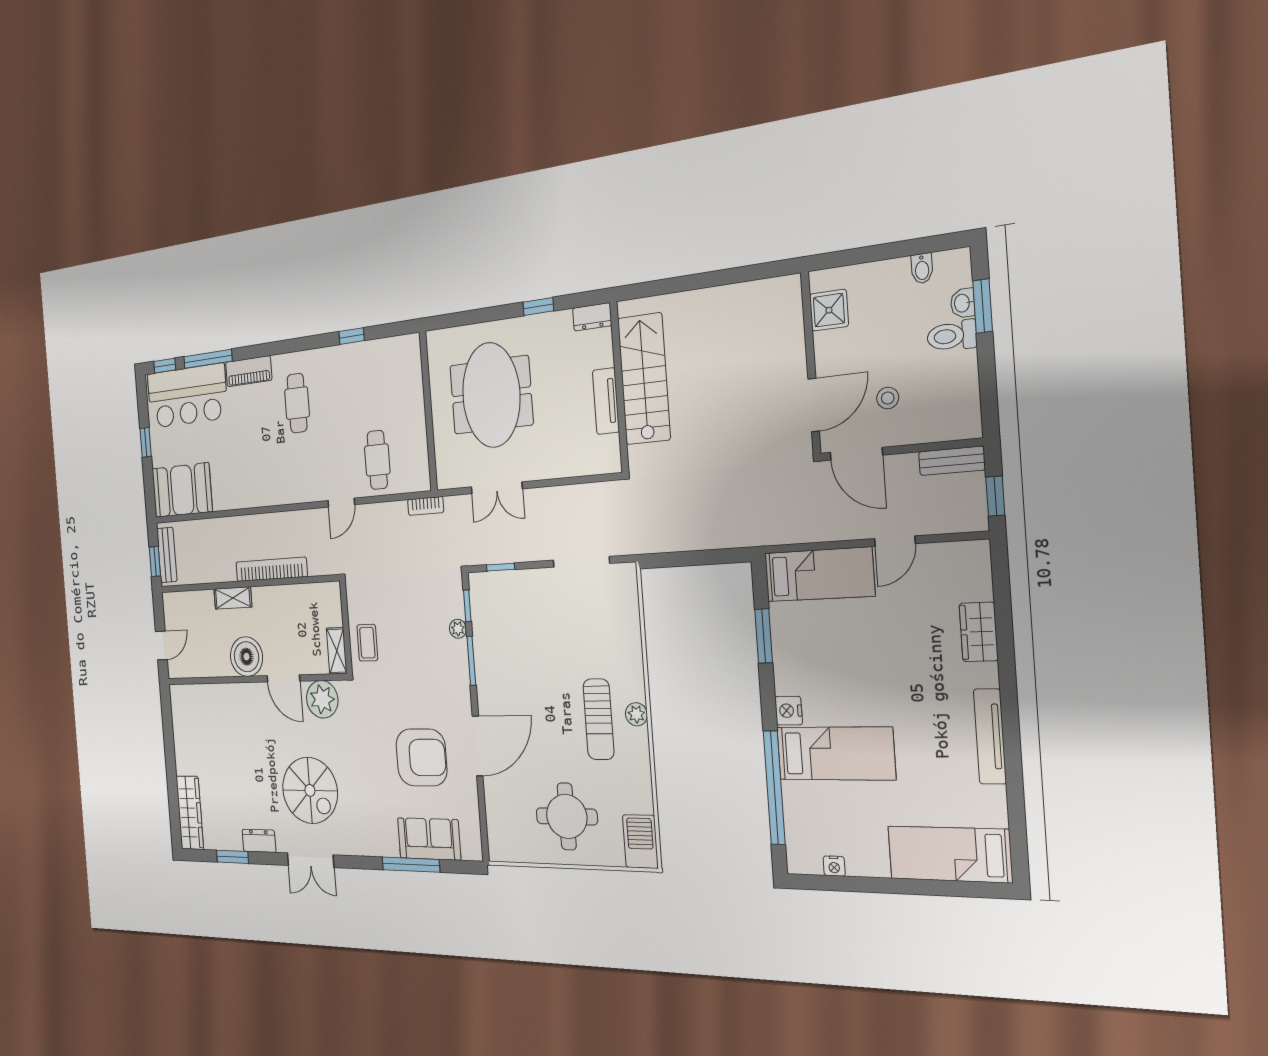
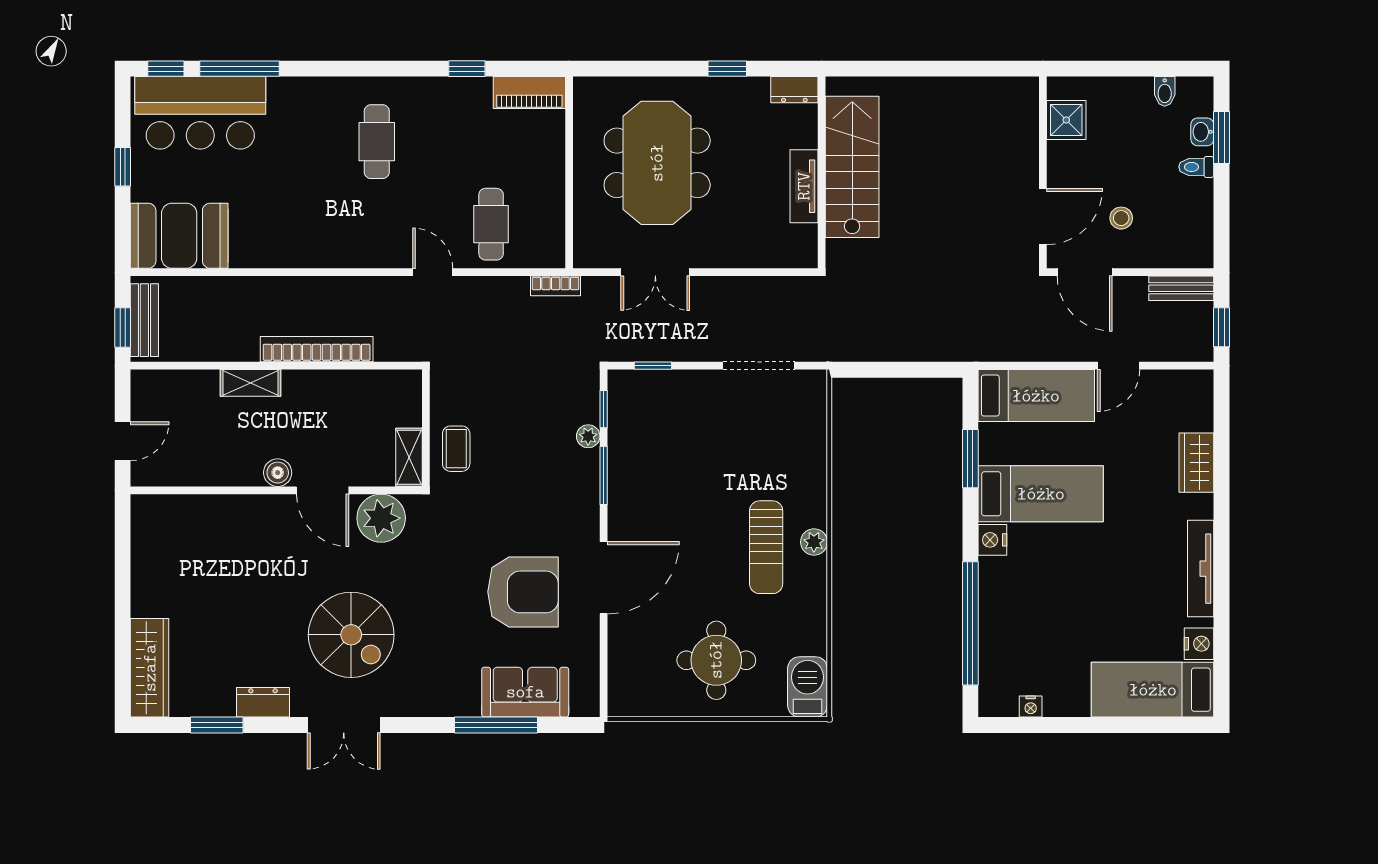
toilet: (952, 336) -> (1196, 167), width x0.73, depth x0.72
piano: (249, 371) -> (529, 93), moved
door: (341, 503) -> (433, 272), swing flipped
boiler: (246, 657) -> (278, 473), width x0.54, depth x0.54
bed: (836, 753) -> (1041, 494), moved
nightstand: (993, 811) -> (1199, 644), added

